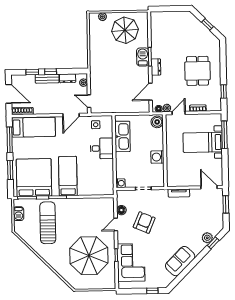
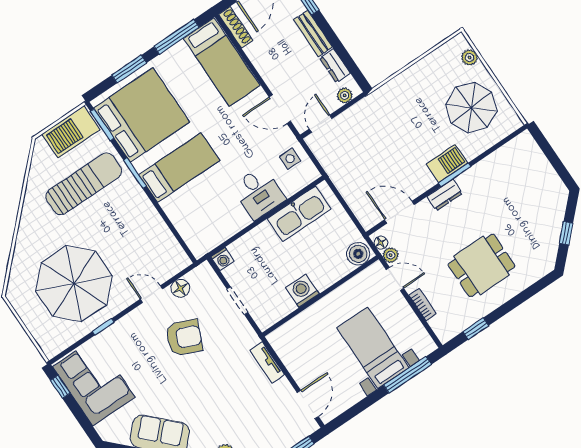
window: (51, 72) -> (328, 32), removed
barbecue: (19, 214) -> (71, 132), width x1.88, depth x1.53
corner sofa: (131, 263) -> (94, 382), moved, turned -90
window: (152, 291) -> (60, 387), moved

